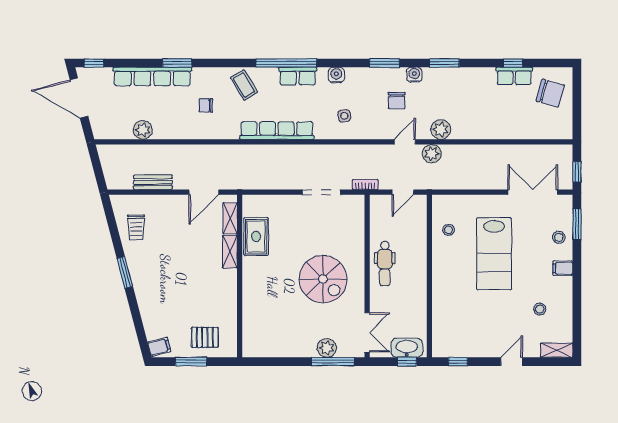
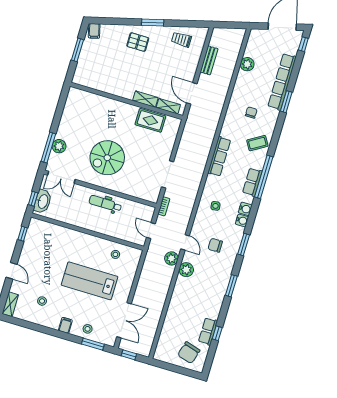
water cooler: (414, 75) -> (242, 220), moved
row of seats: (277, 131) -> (219, 156), width x0.73
pallet: (205, 337) -> (138, 42), moved, turned 90

